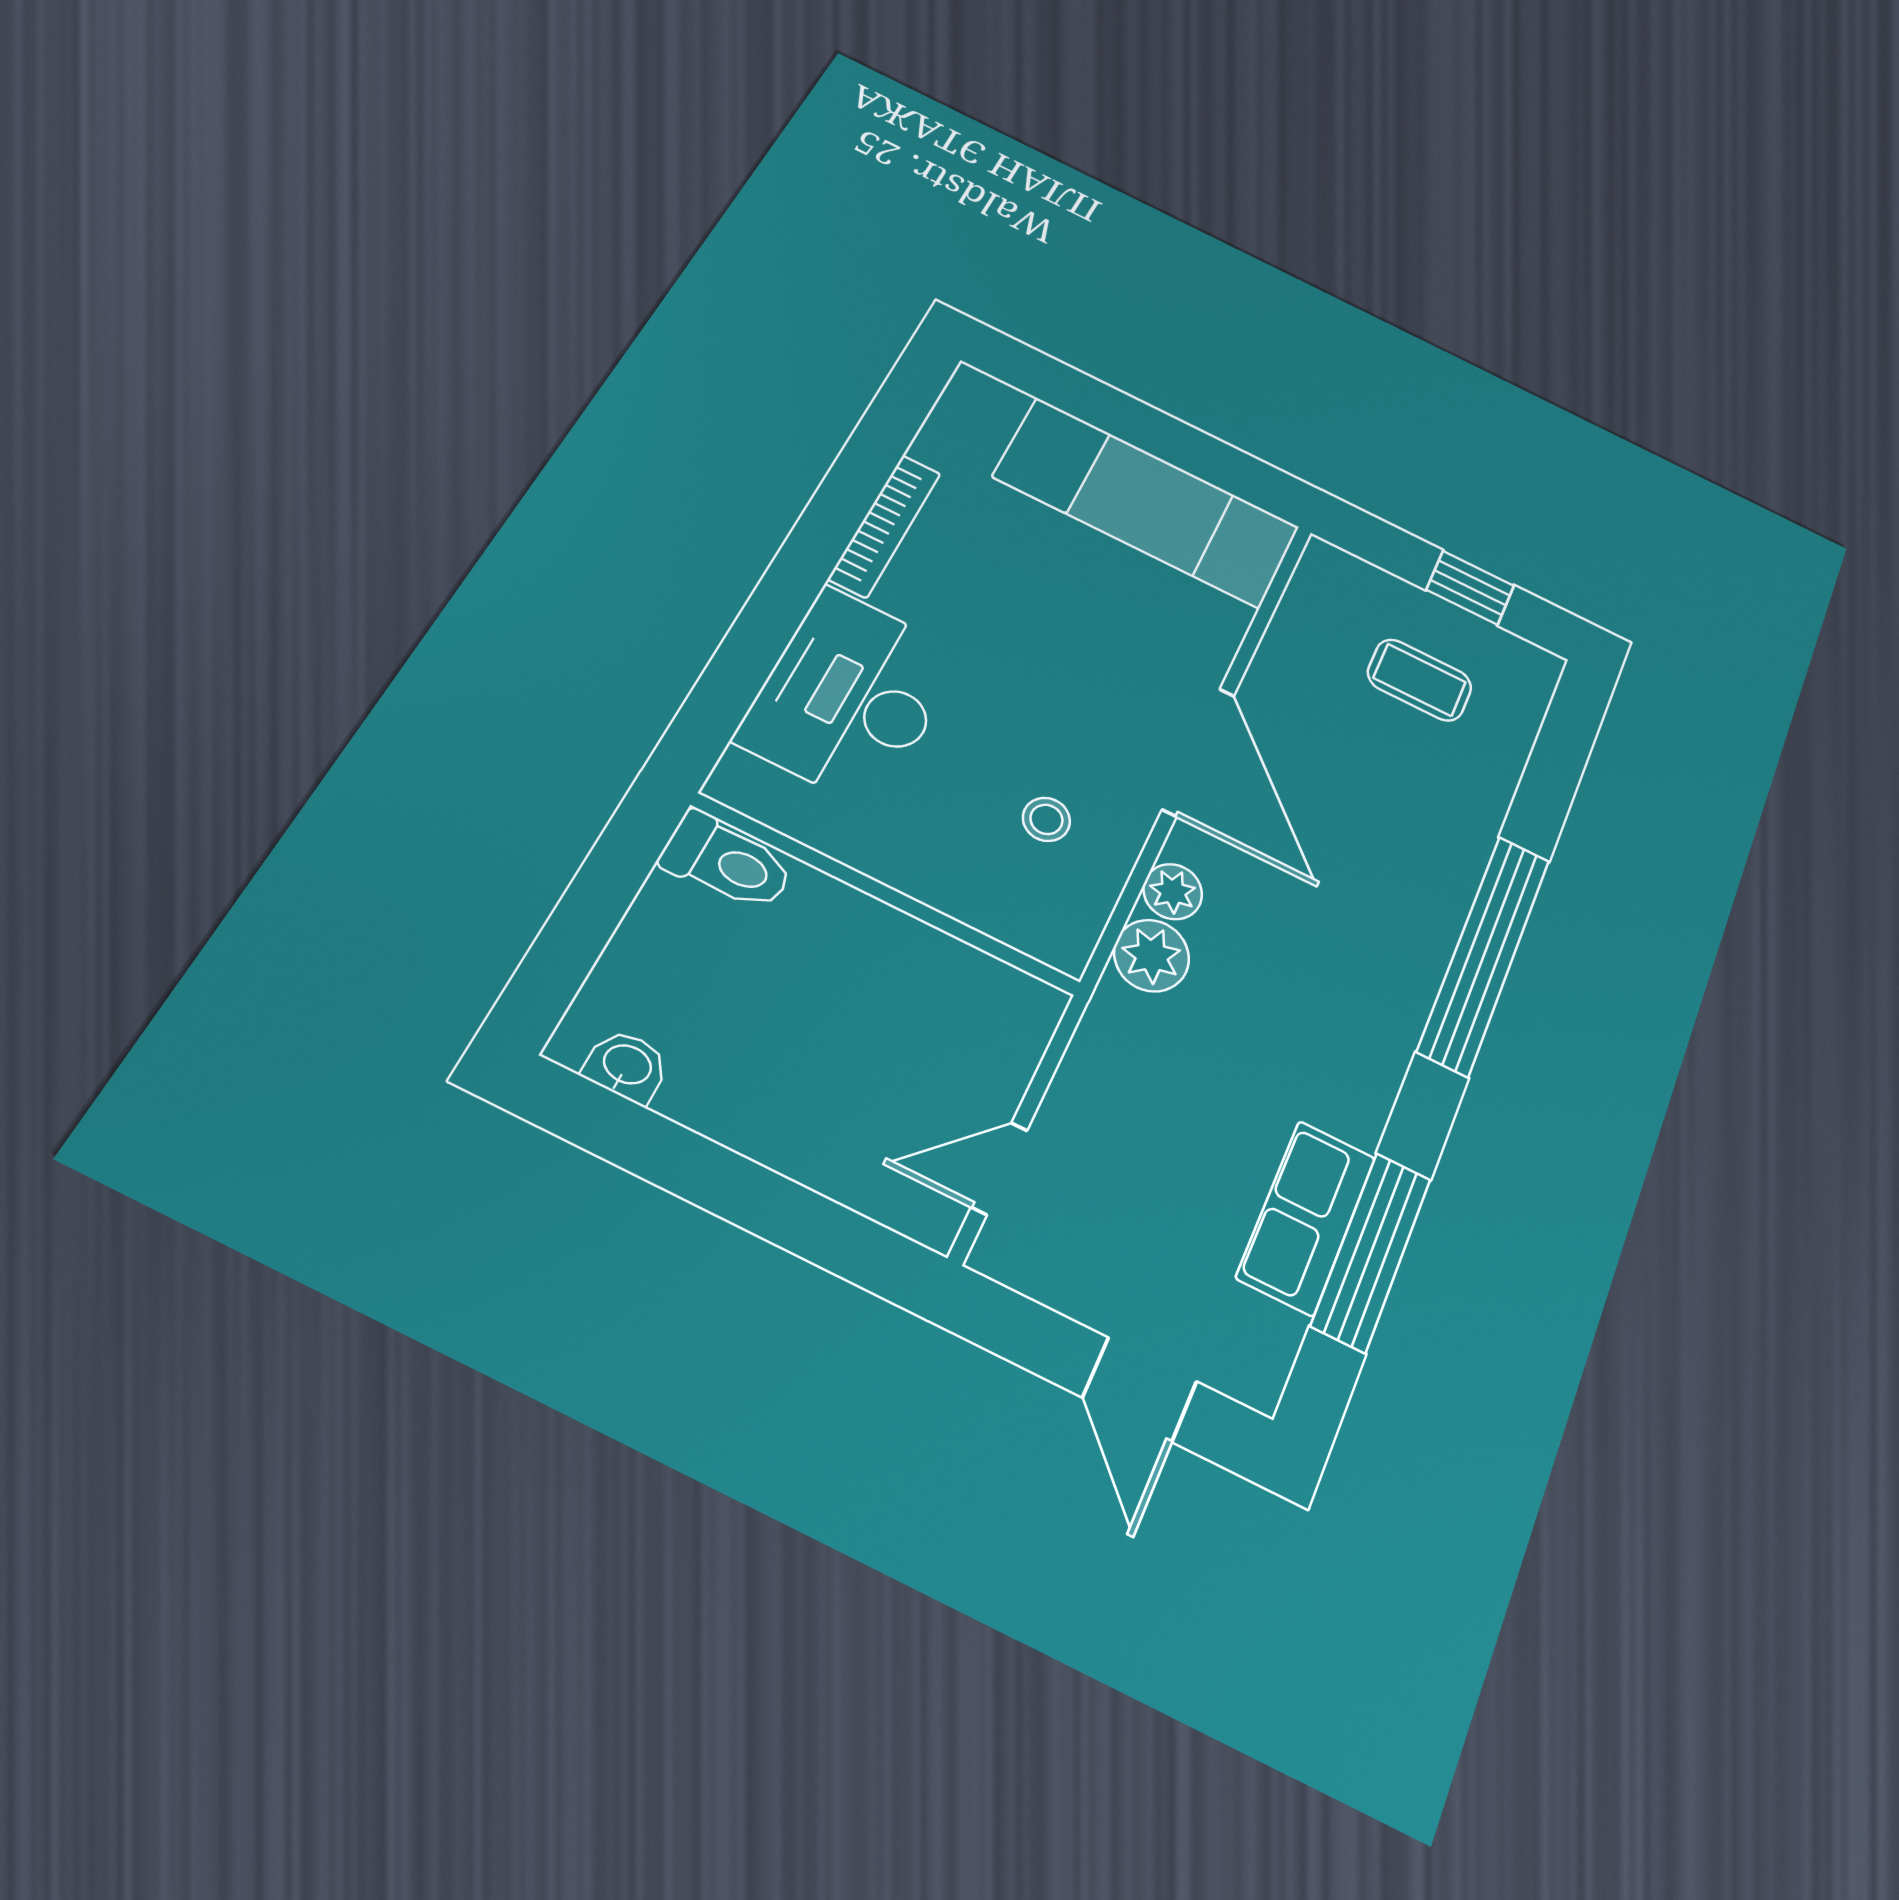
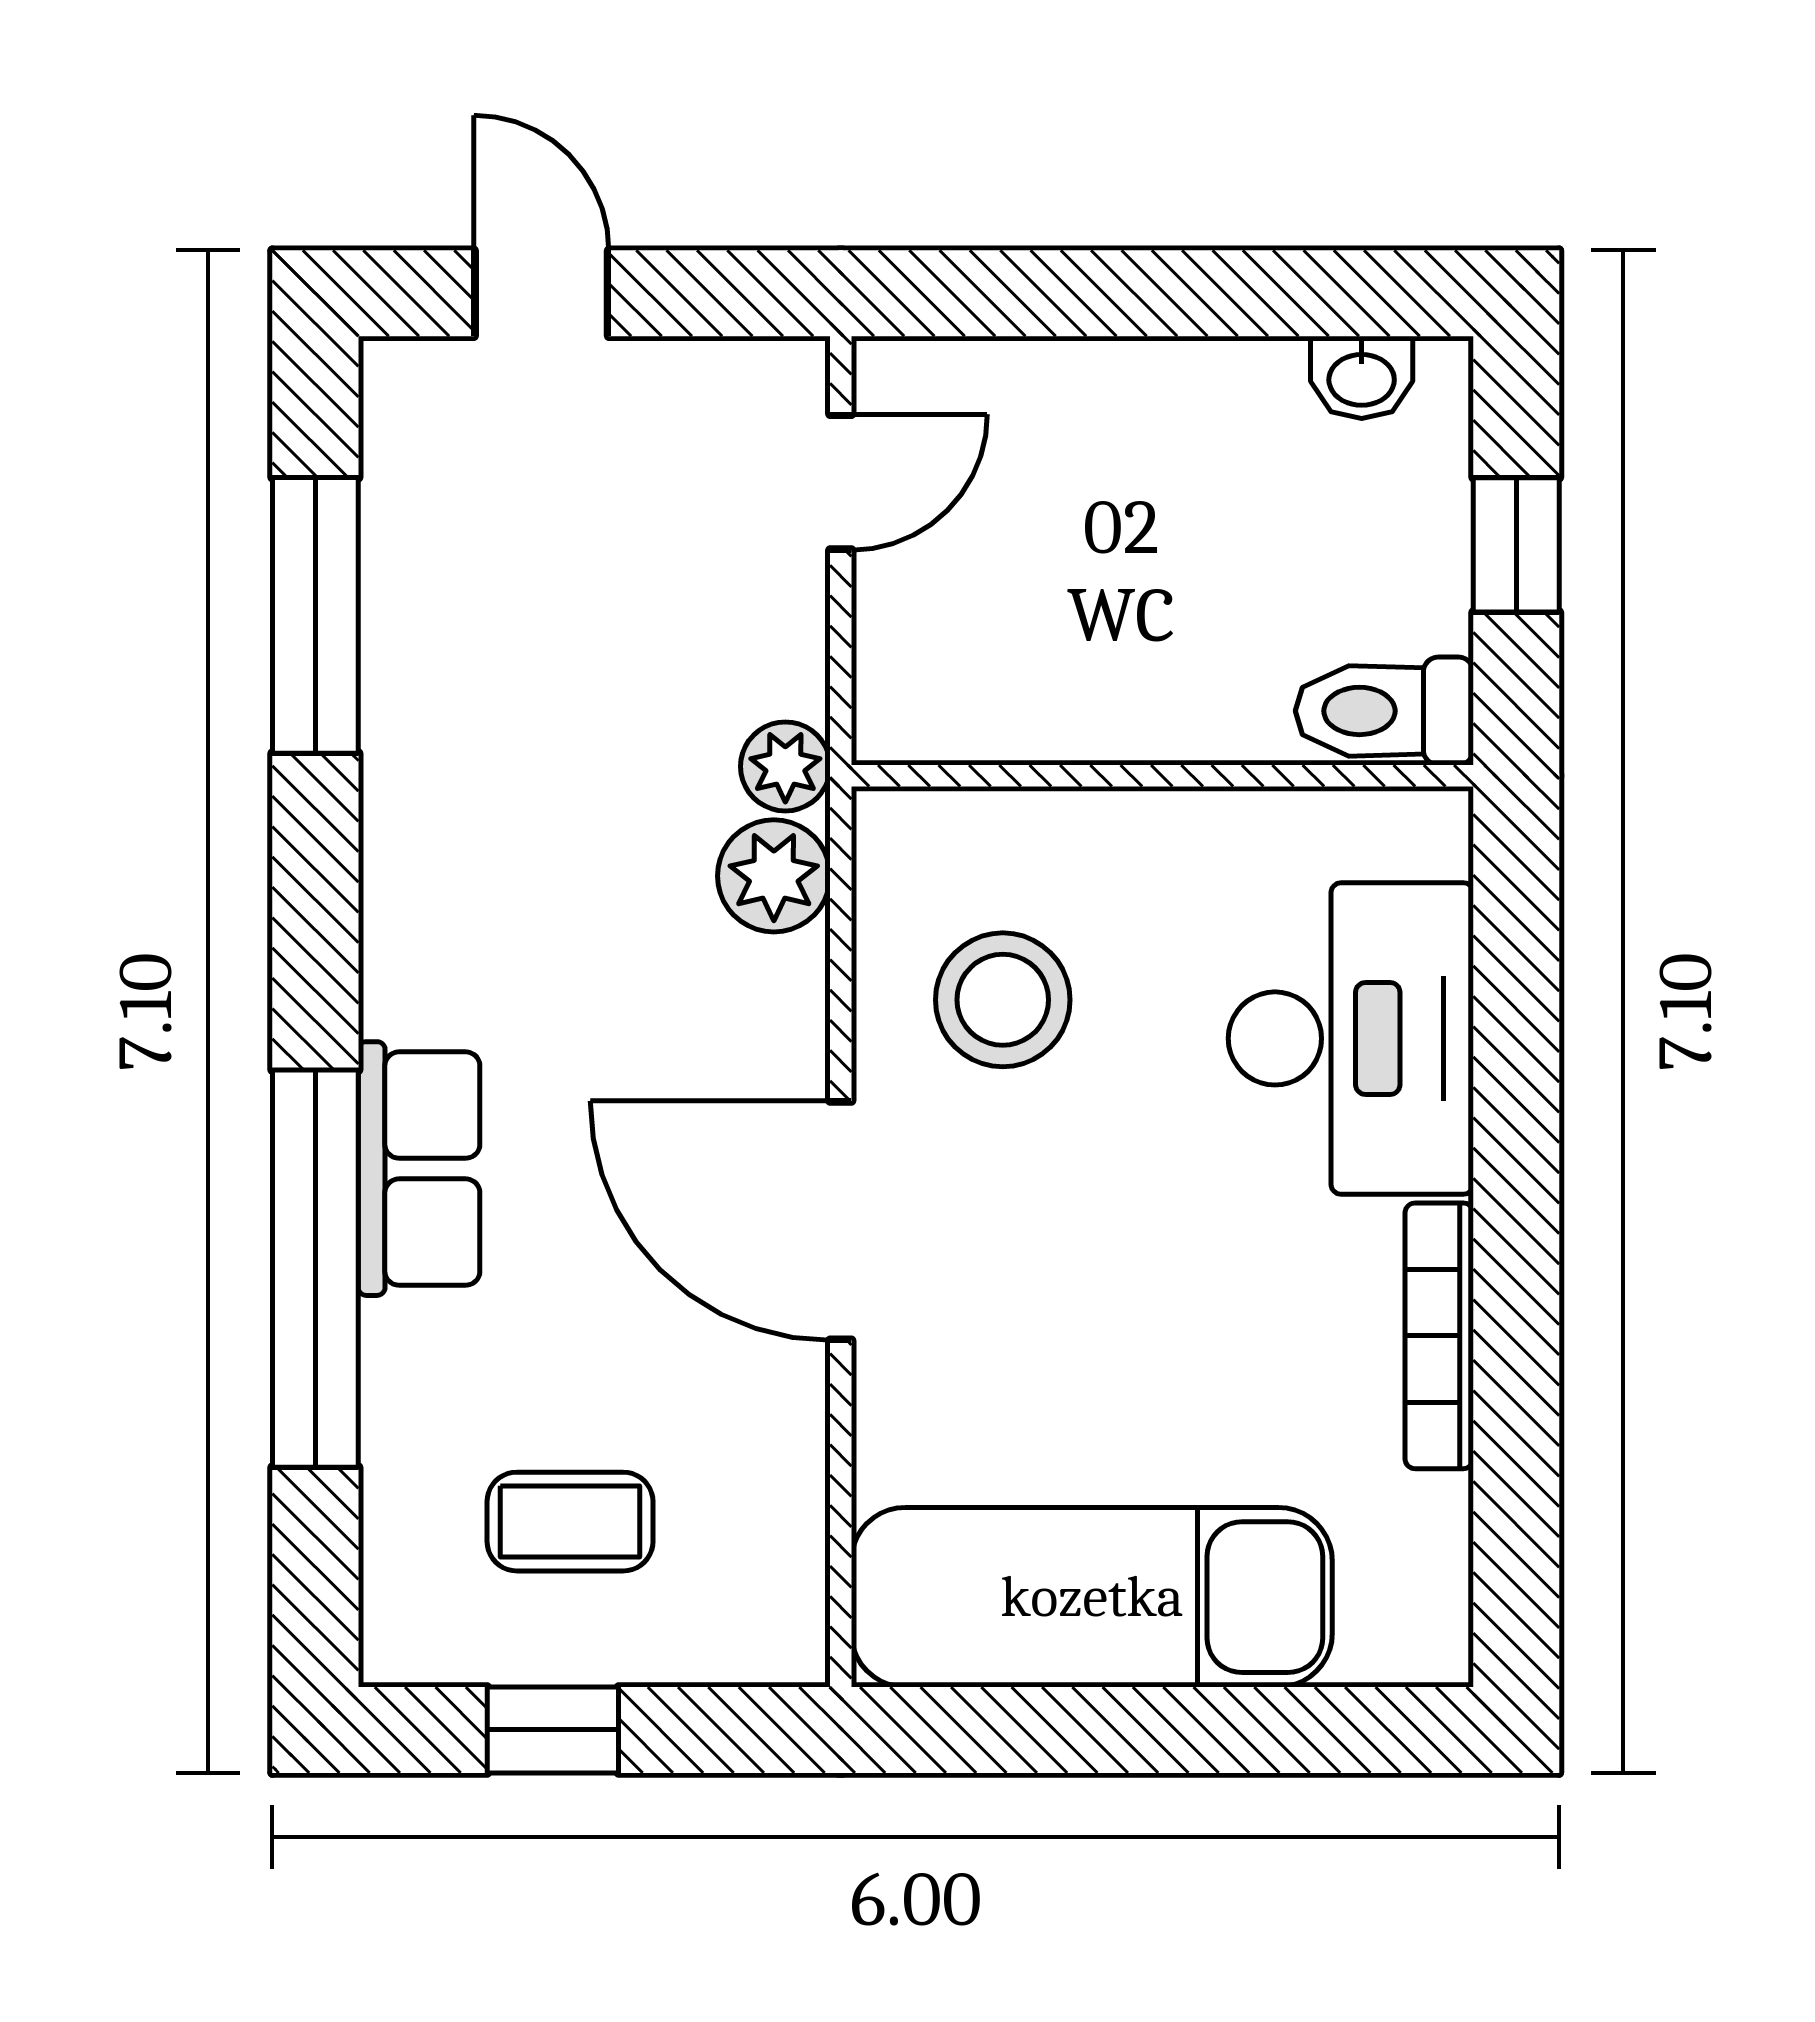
stool: (1046, 819) -> (1003, 1000), width x1.89, depth x1.89
plant: (1173, 892) -> (785, 766), moved
window: (587, 916) -> (1516, 545), added
window: (1484, 954) -> (315, 1269), moved
row of seats: (1306, 1217) -> (419, 1169), moved

